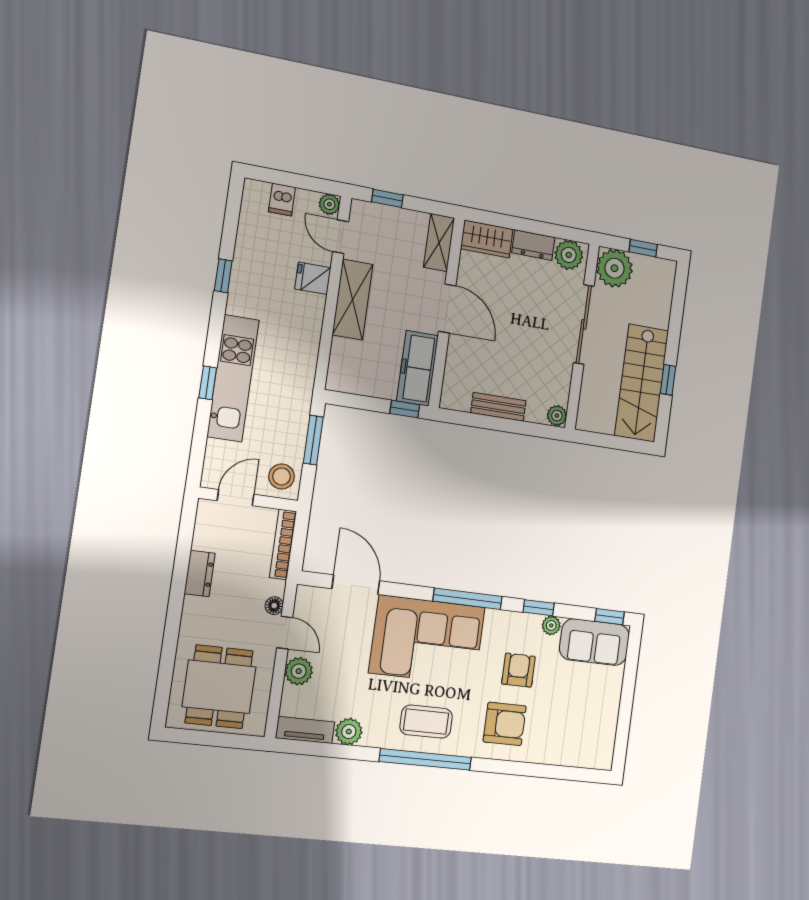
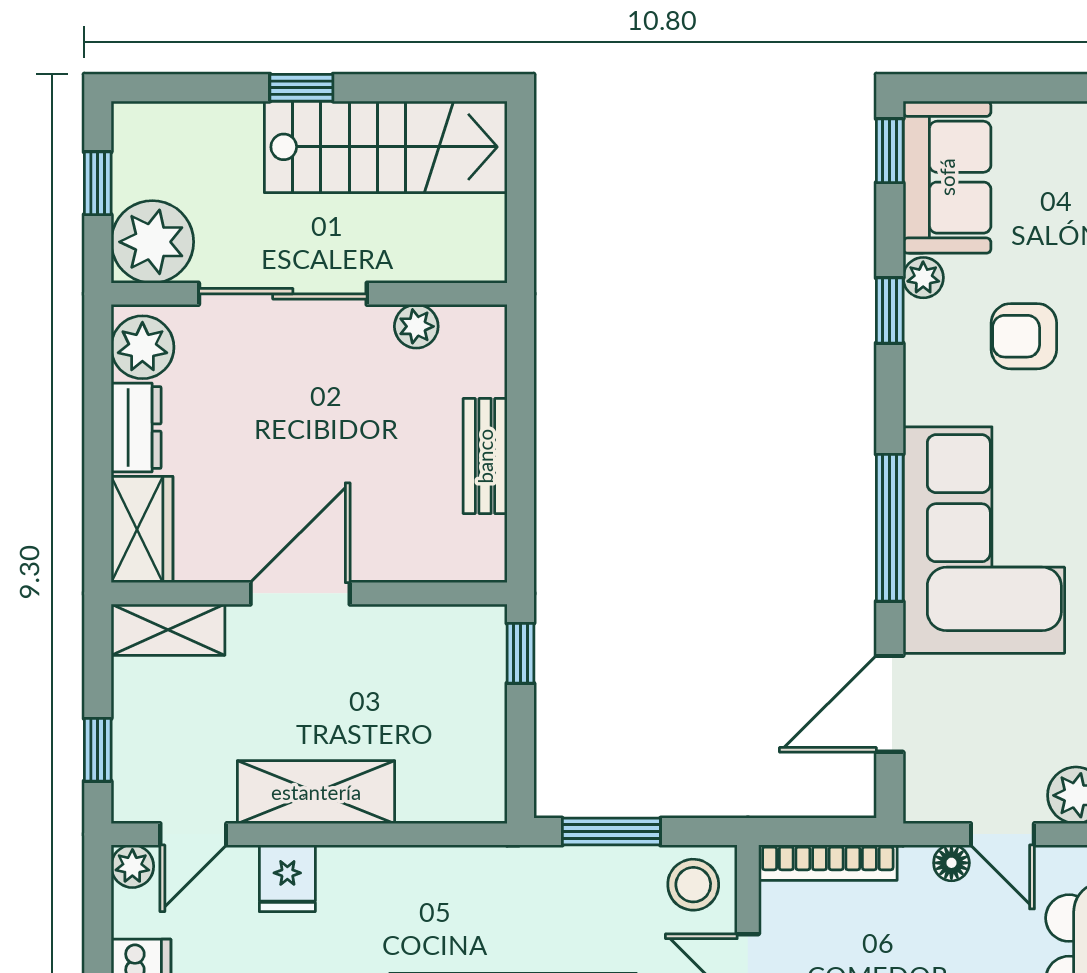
freezer: (417, 368) -> (433, 638), removed
window: (668, 380) -> (301, 88), moved
plant: (557, 416) -> (416, 326), moved
window: (468, 599) -> (890, 528), moved
door: (285, 633) -> (1002, 834), swing flipped

